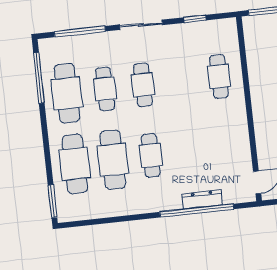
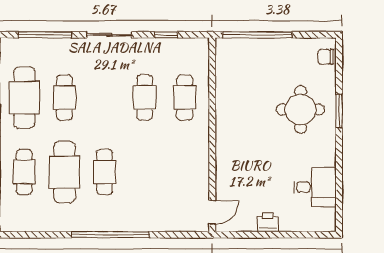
cafe table: (143, 85) -> (145, 98), moved
cafe table: (75, 164) -> (24, 172), width x0.73, depth x0.74
dresser: (202, 199) -> (153, 224), removed
window: (197, 211) -> (110, 235), moved

